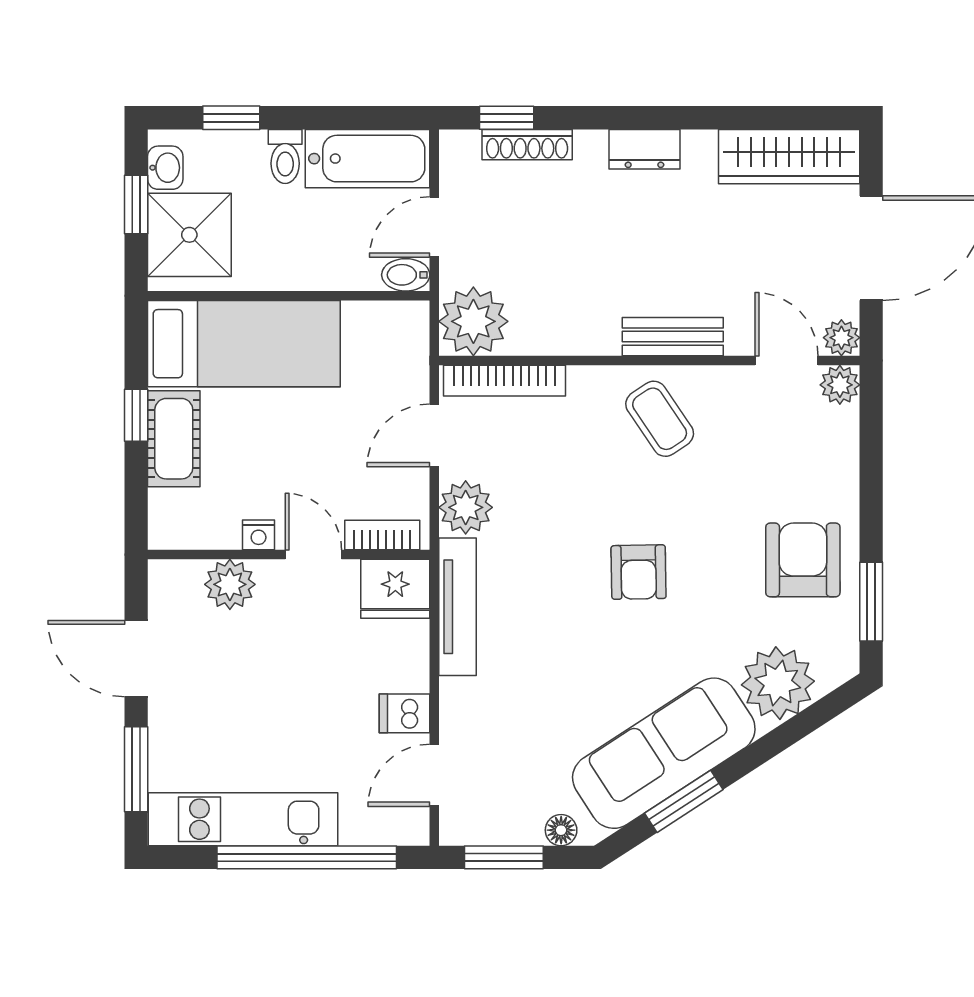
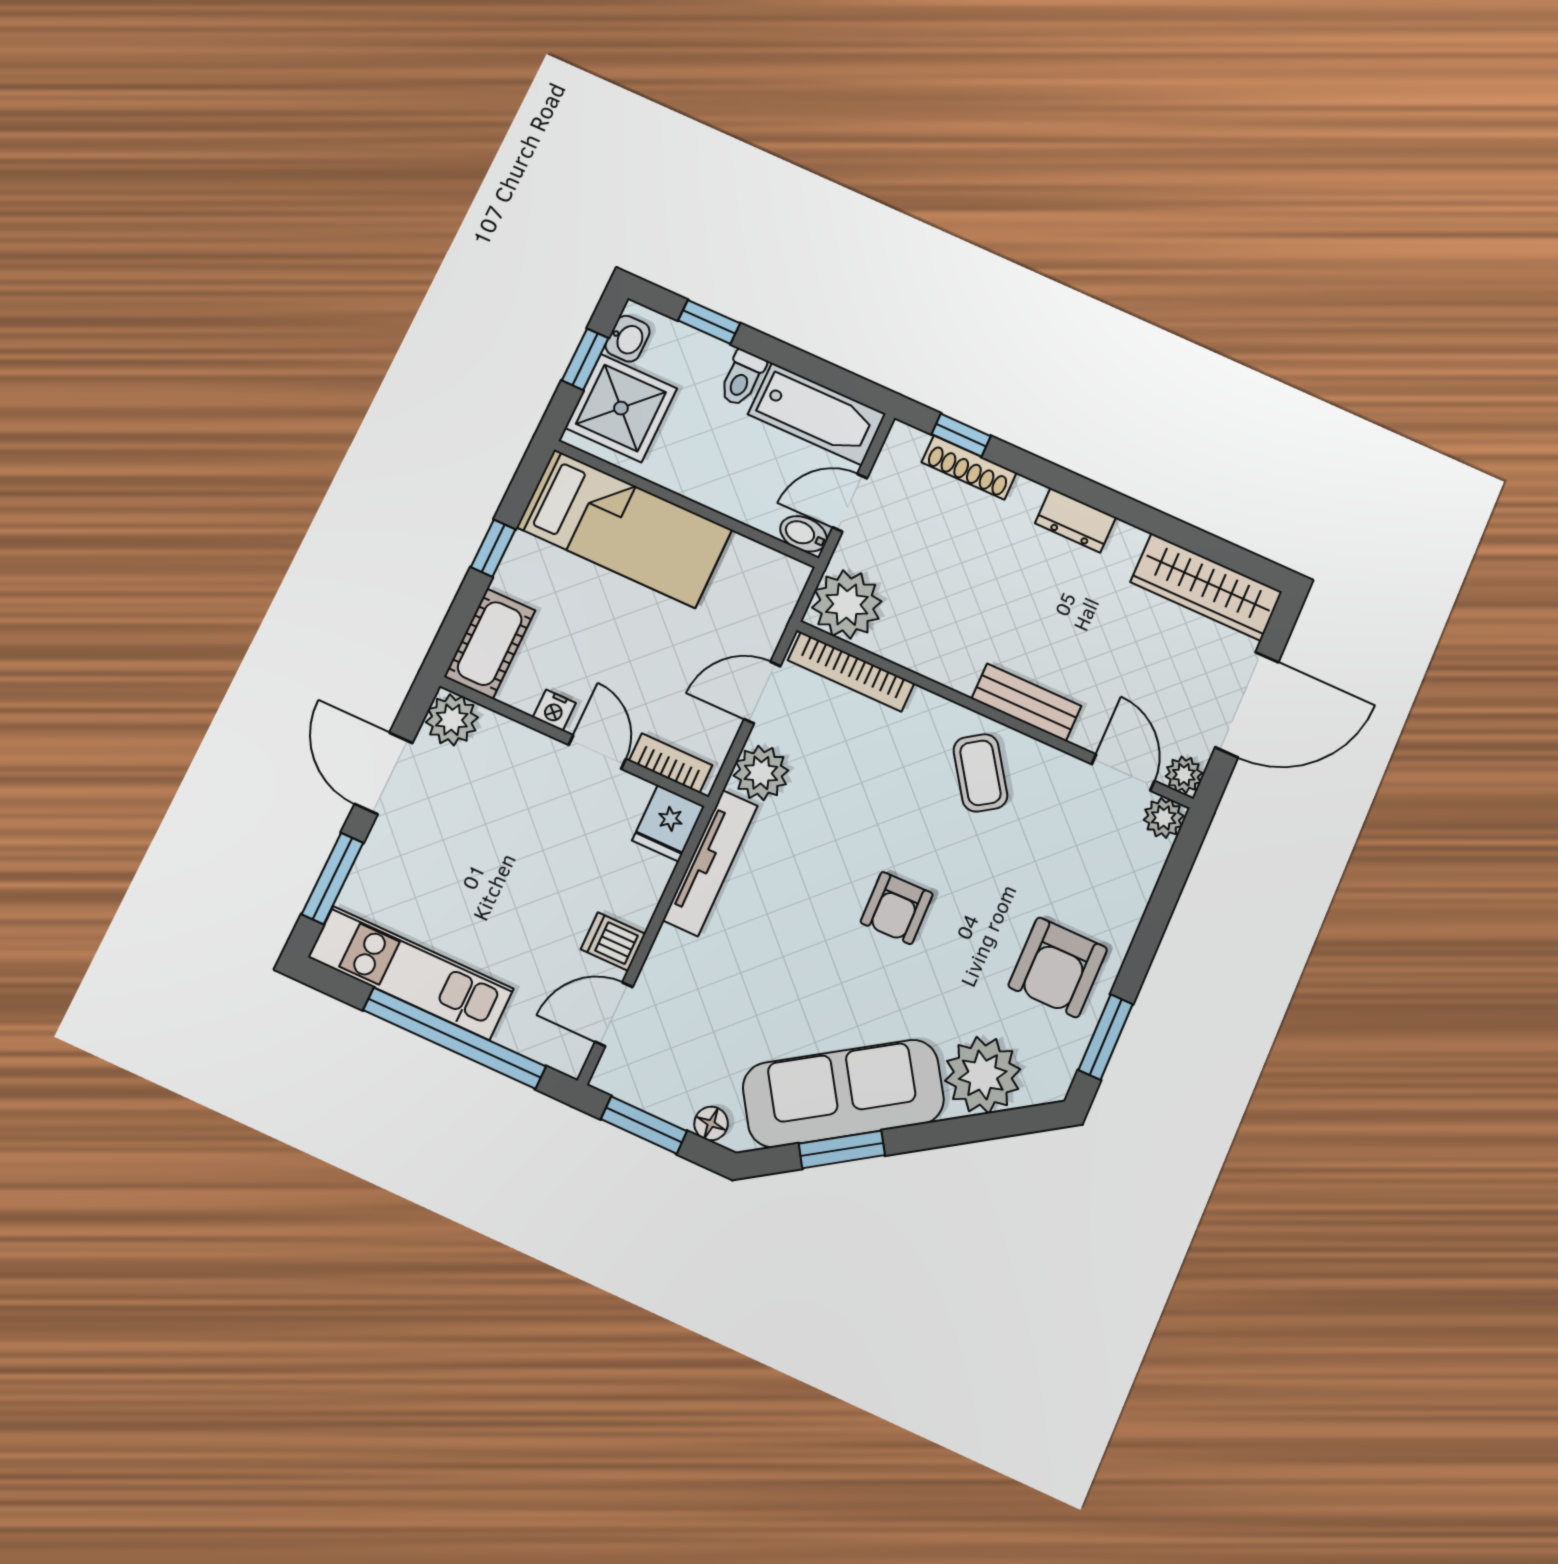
cot: (174, 439) -> (490, 644), moved
armchair: (803, 560) -> (1058, 967), turned 180
plant: (230, 584) -> (452, 720), moved
fridge: (395, 589) -> (668, 823), width x0.72

